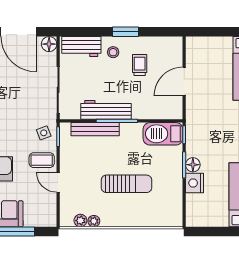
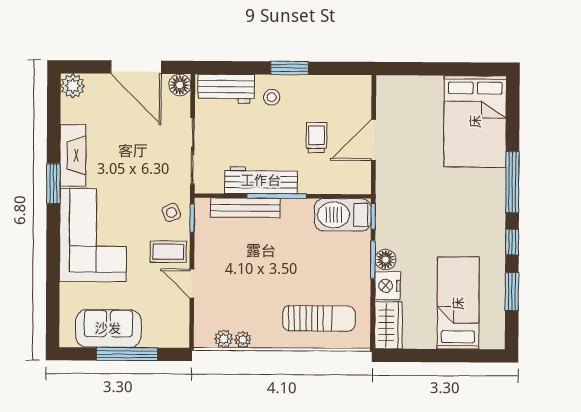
trolley: (140, 65) -> (316, 137), moved
sun lounger: (126, 184) -> (319, 318), moved
wardrobe: (195, 210) -> (388, 325), added

